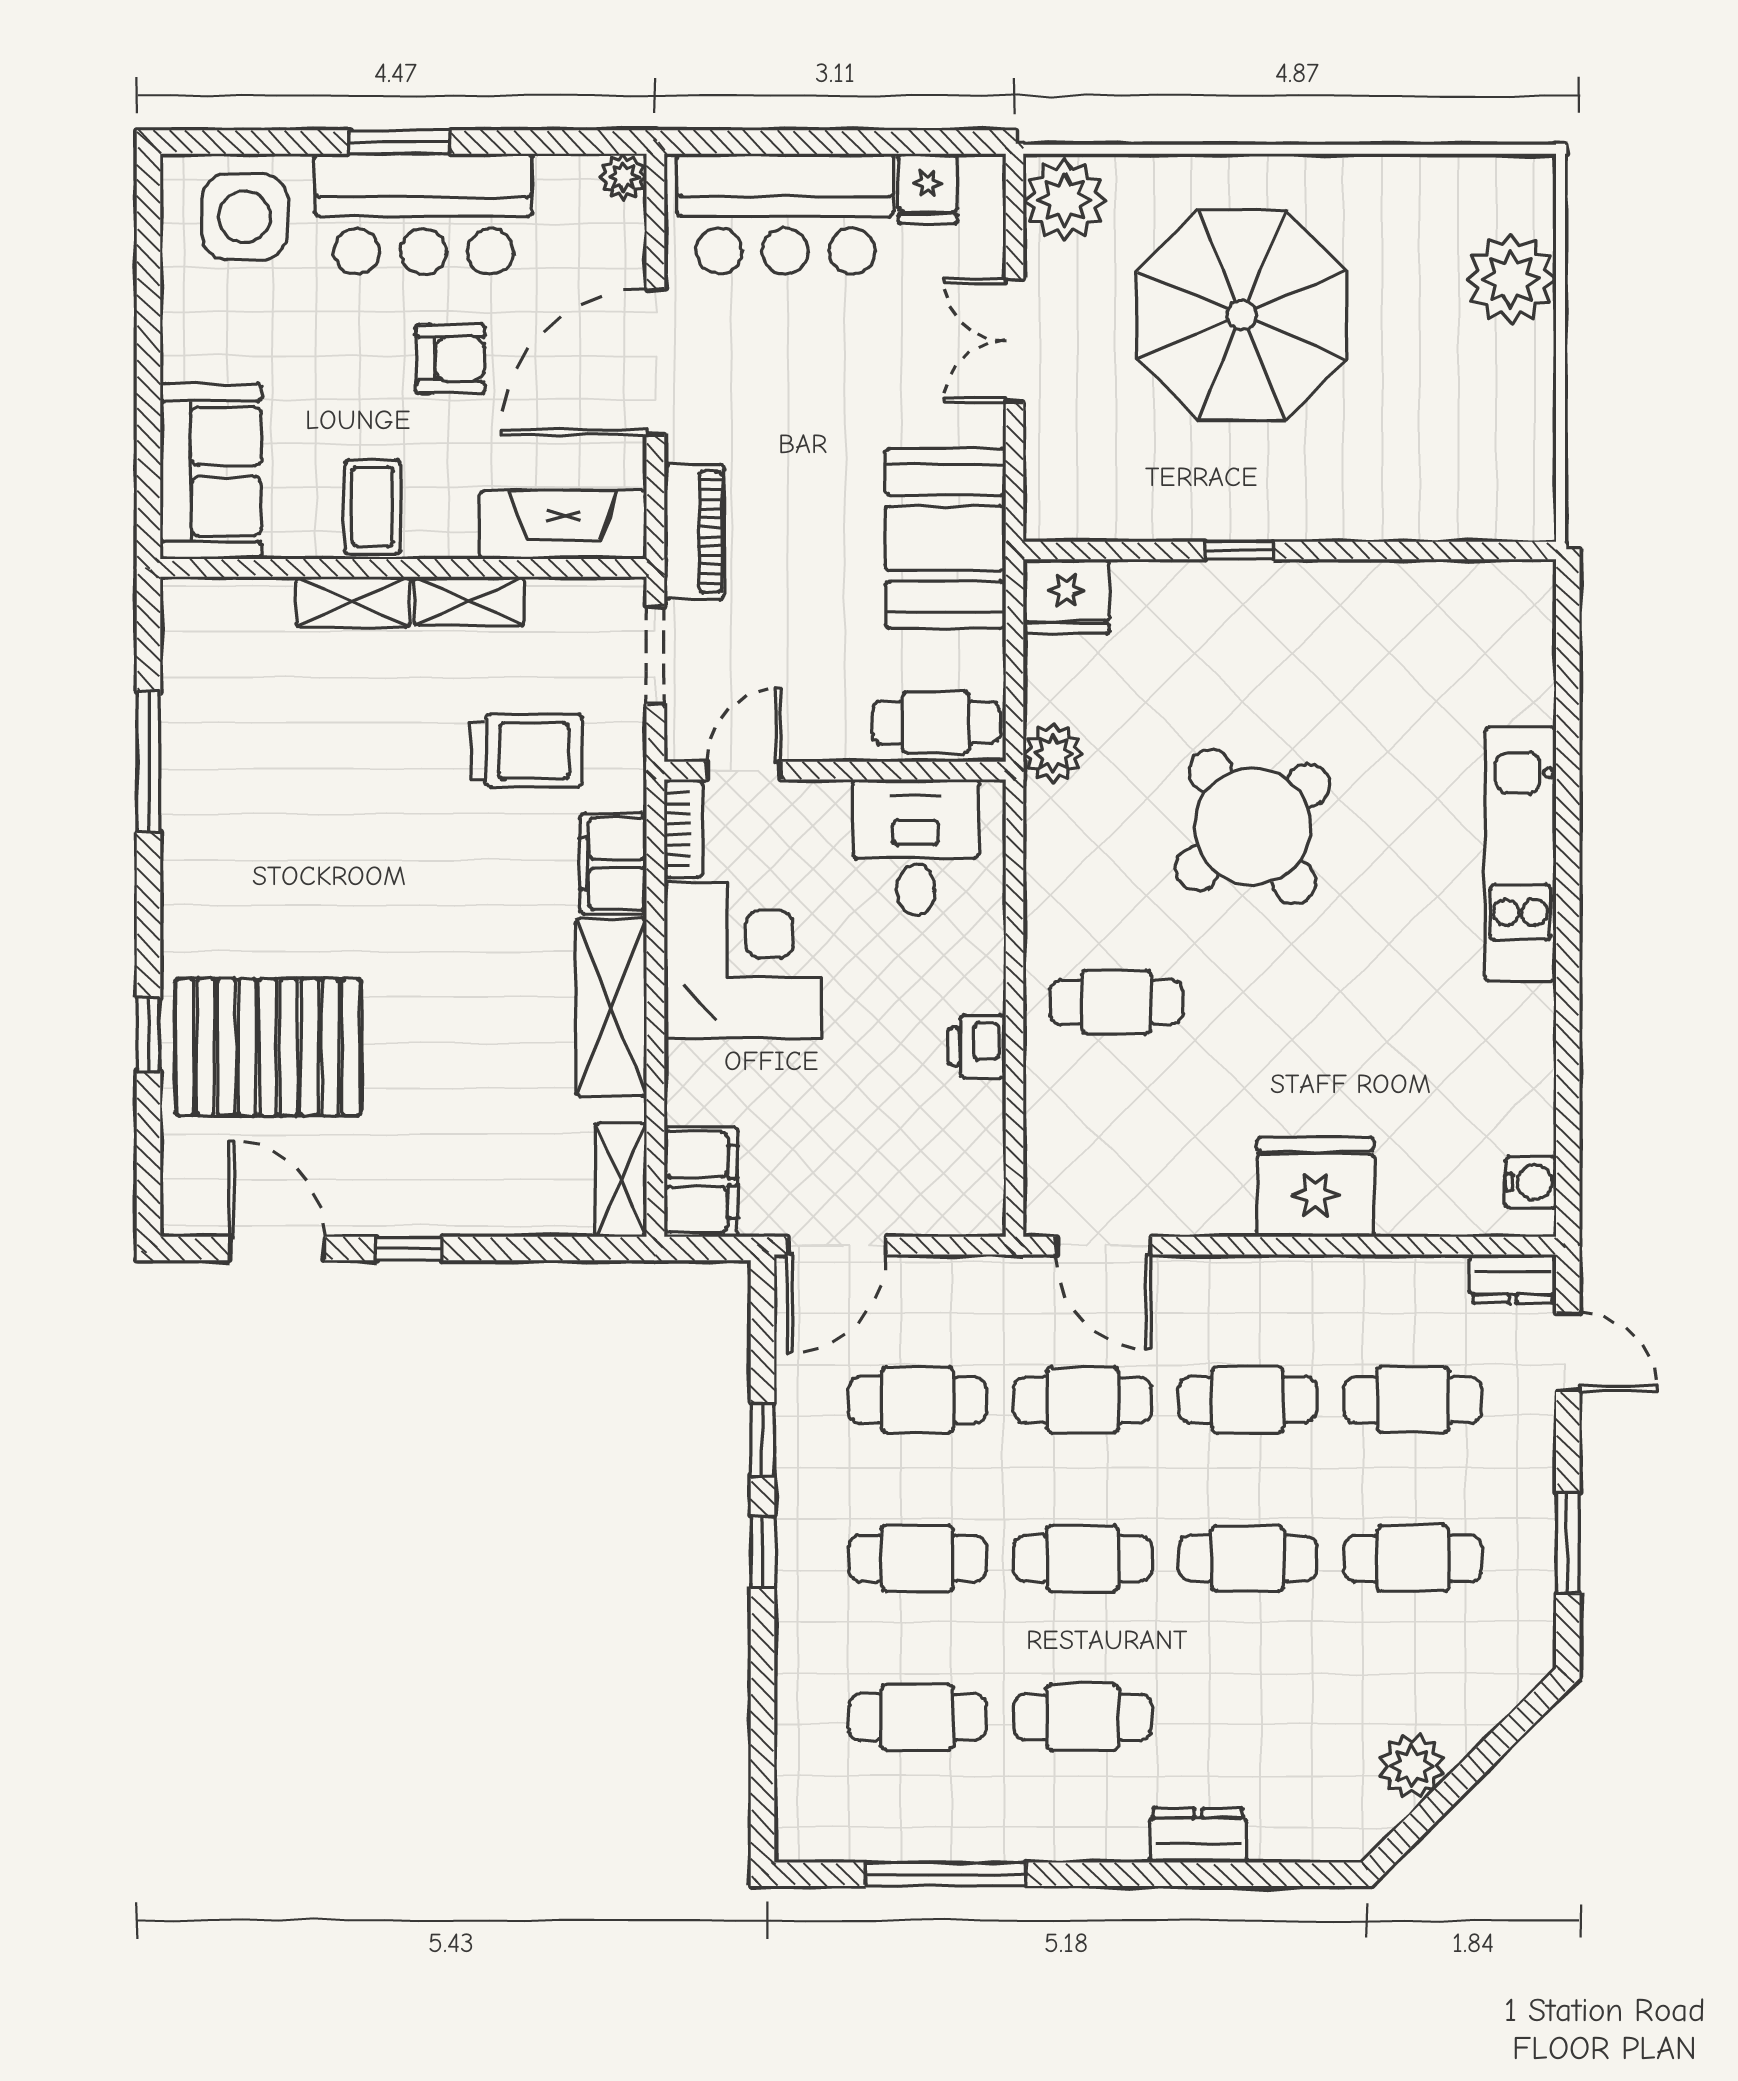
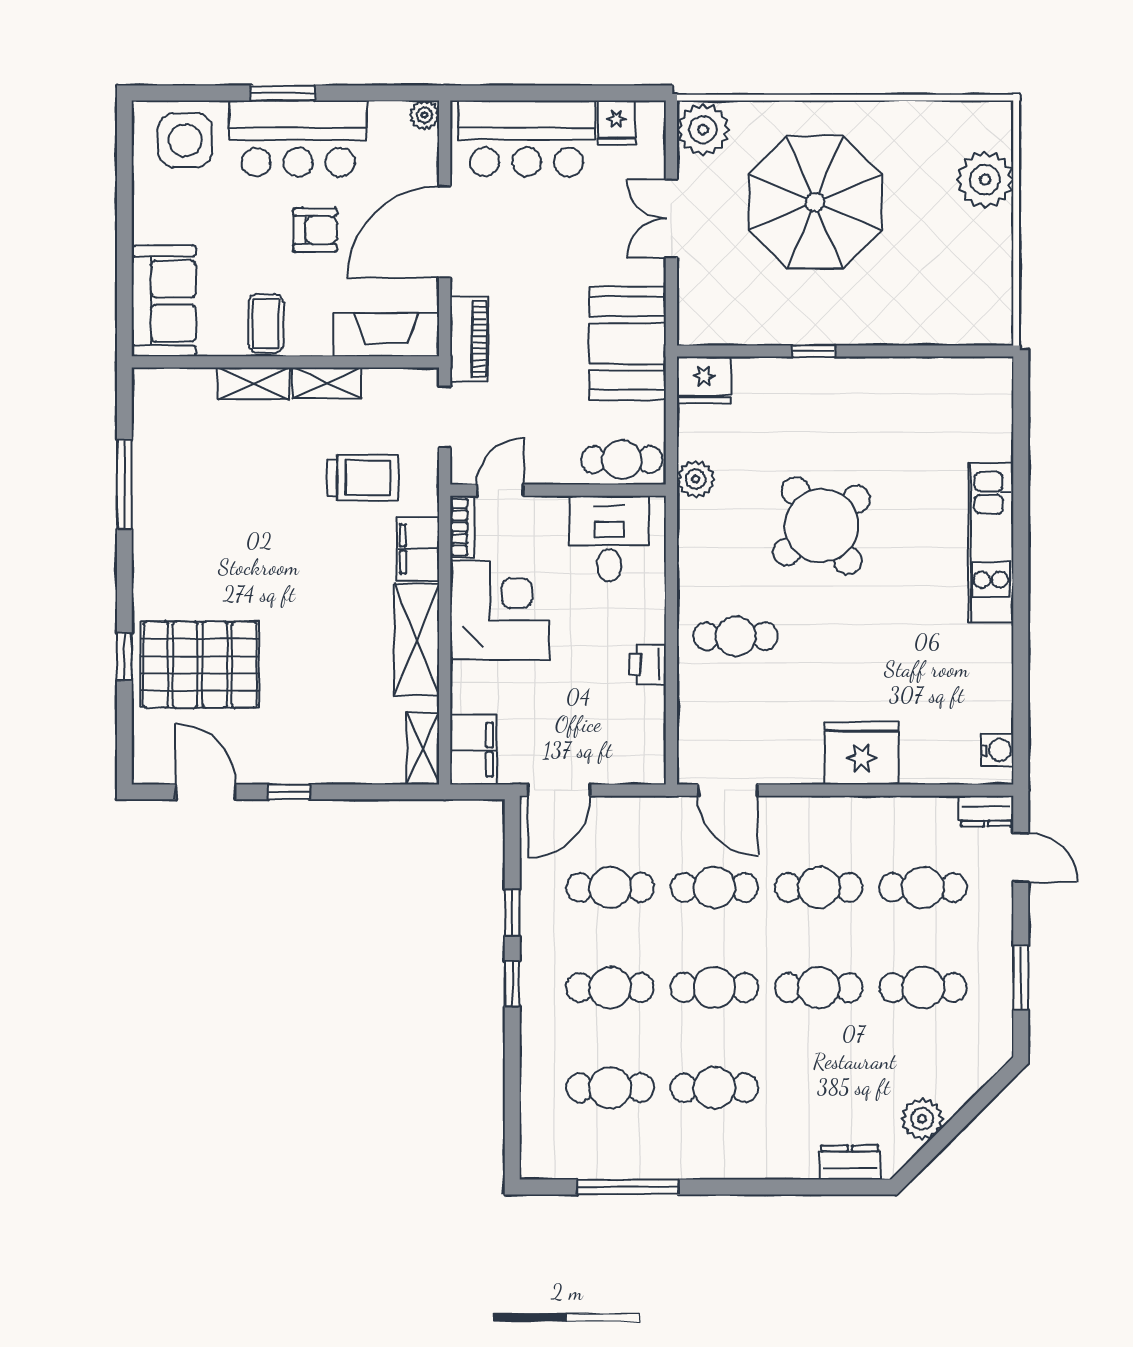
dresser: (1198, 1835) -> (850, 1162), moved

